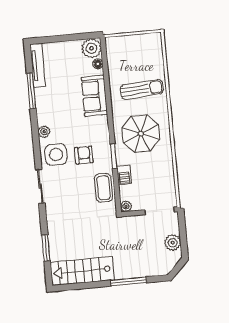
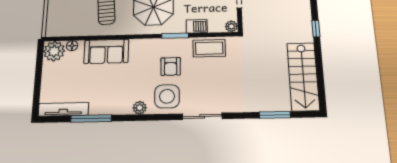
armchair: (84, 155) -> (171, 66), turned -90
window: (129, 281) -> (316, 29), width x0.46

